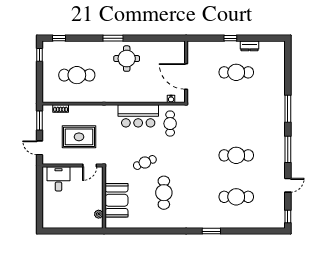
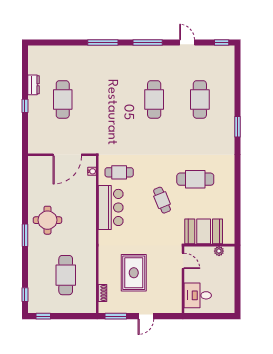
wall: (73, 165) -> (183, 280), moved
door: (90, 165) -> (183, 261), moved
desk: (58, 179) -> (198, 295), moved

